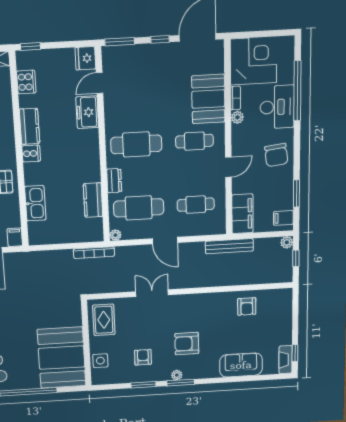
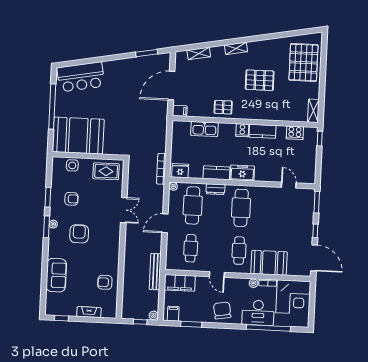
fridge: (85, 58) -> (180, 171), moved
freezer: (87, 112) -> (242, 173), moved
chair: (276, 155) -> (222, 310), turned 88
kitchen counter: (93, 200) -> (216, 173), moved
fireplace: (286, 360) -> (89, 312), moved

